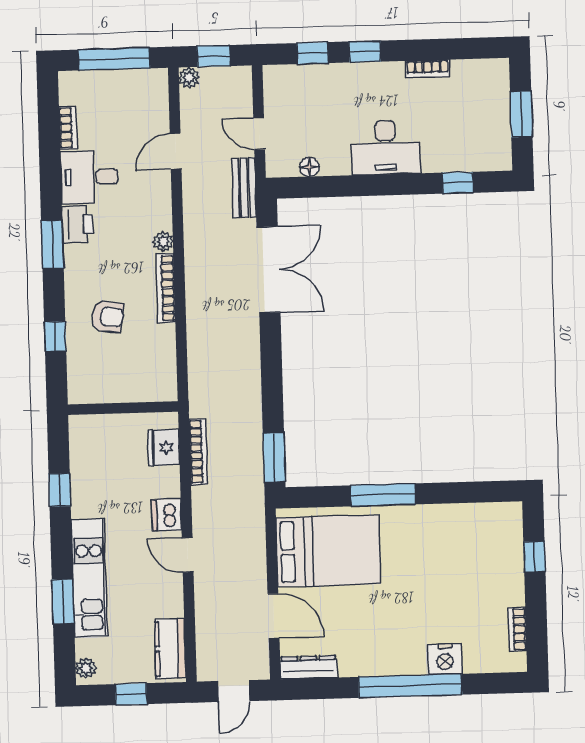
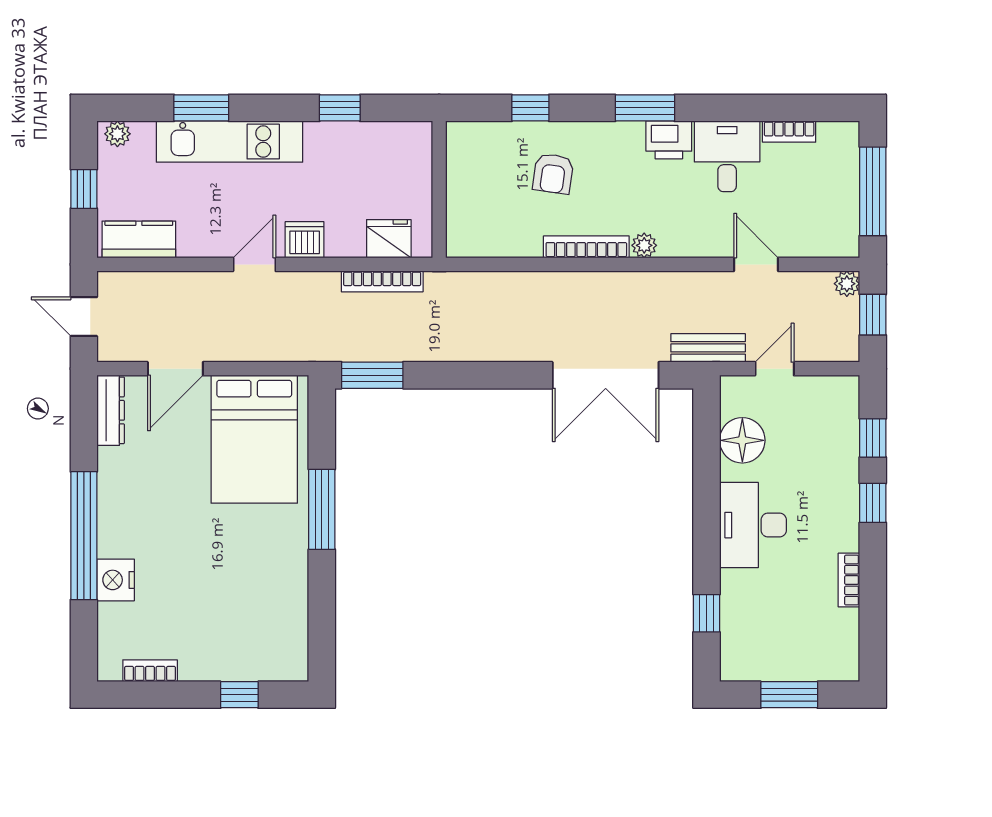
floor lamp: (309, 167) -> (742, 440), width x1.89, depth x1.89

